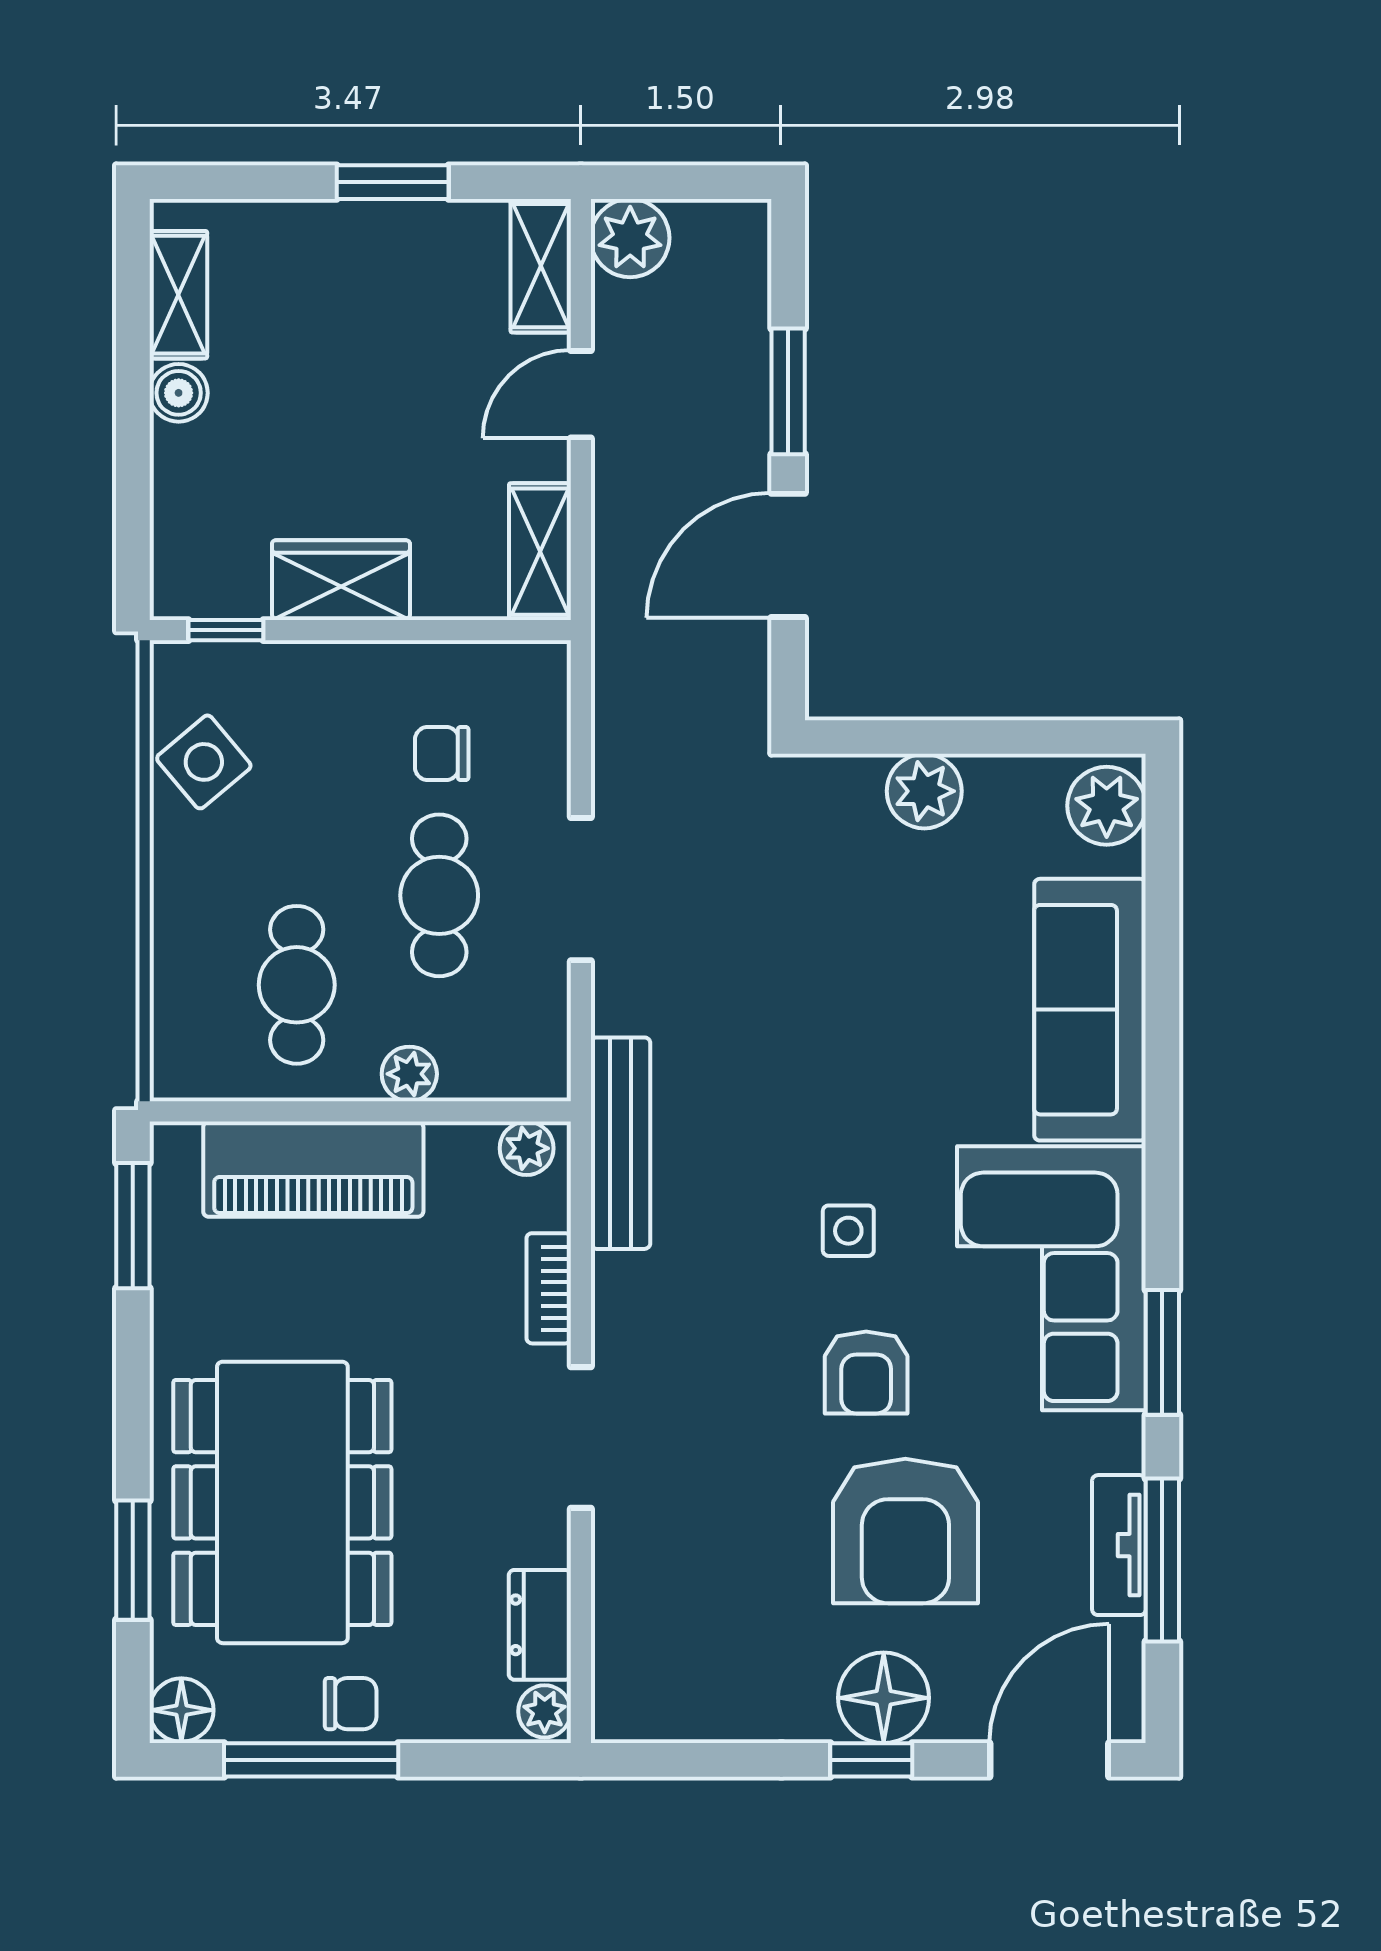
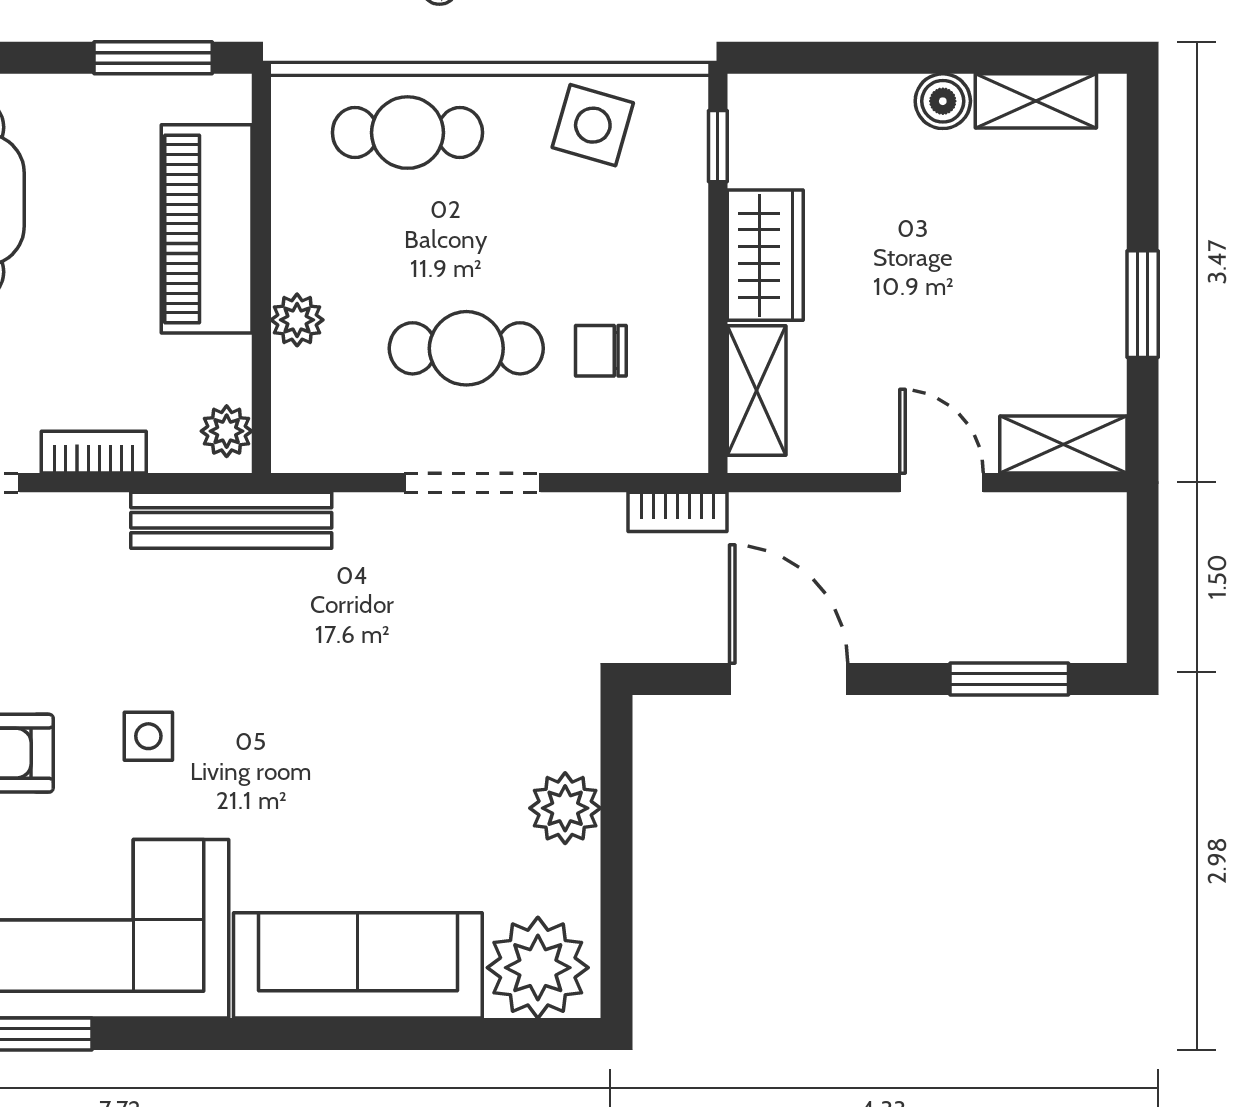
plant: (630, 238) -> (1090, 529), removed
window: (788, 391) -> (1009, 679), moved
shelving: (540, 552) -> (757, 390), moved, turned 90
bookcase: (612, 673) -> (678, 512), added
chair: (442, 753) -> (601, 351), turned -90
side table: (204, 762) -> (593, 125), turned -34
plant: (1107, 806) -> (538, 968), width x1.36, depth x1.36
cafe table: (297, 985) -> (407, 133), moved

